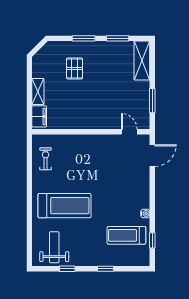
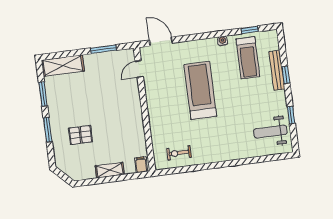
filing cabinet: (39, 116) -> (141, 165), width x0.50
treadmill: (65, 206) -> (200, 90), moved
bench: (111, 261) -> (277, 70), added

